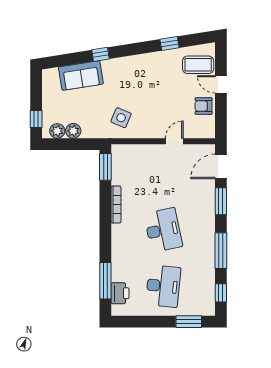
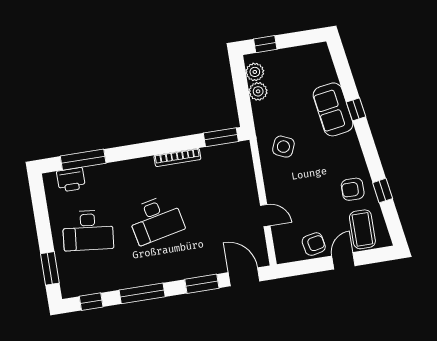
armchair: (164, 67) -> (353, 189), added
sofa: (81, 75) -> (333, 109), moved
armchair: (204, 106) -> (314, 244), turned 79

